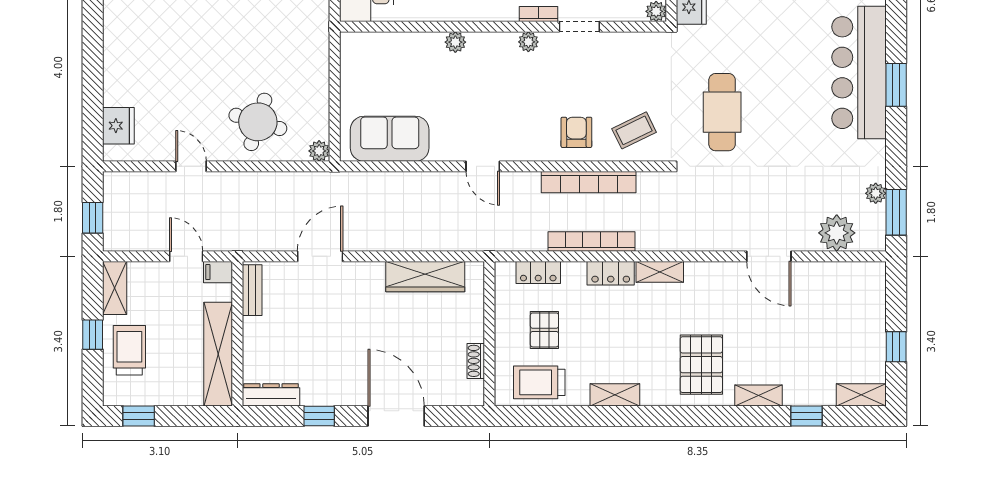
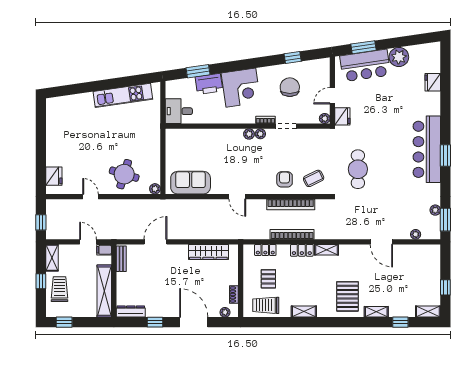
plant: (455, 42) -> (249, 134), moved
plant: (837, 233) -> (416, 234), width x0.53, depth x0.53
plant: (458, 396) -> (225, 312), added

